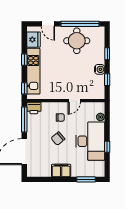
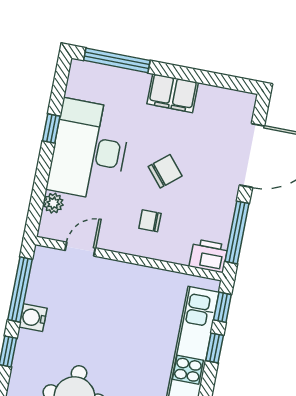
window: (24, 60) -> (215, 348), moved
window: (107, 80) -> (20, 289), width x2.17
door: (74, 101) -> (80, 249), moved
window: (86, 179) -> (117, 60), width x1.44

